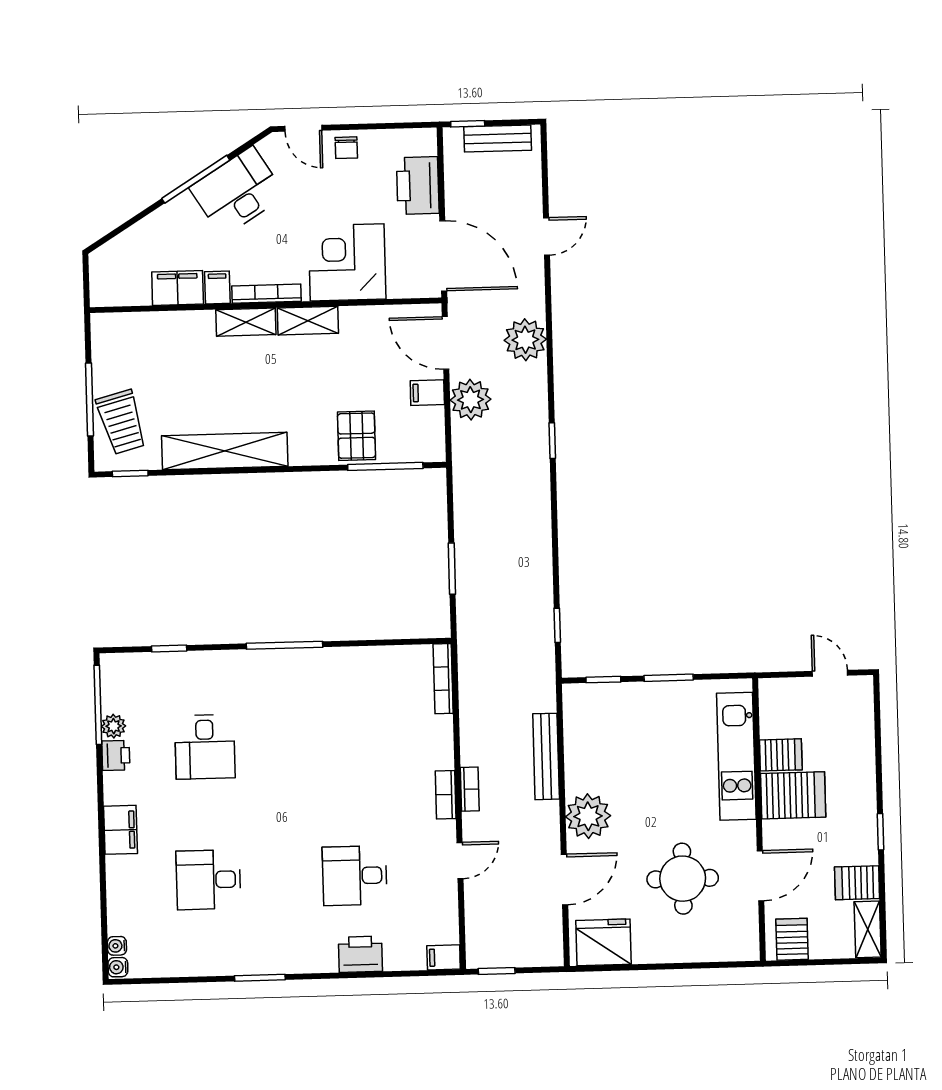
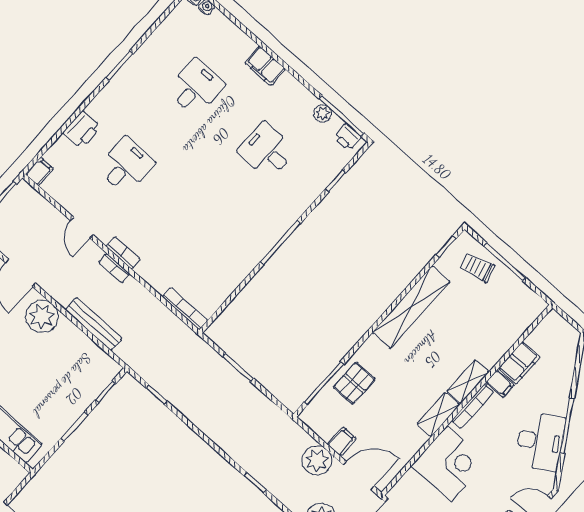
trolley: (121, 422) -> (477, 267), width x0.73, depth x0.72
pallet: (357, 436) -> (354, 383), turned 90
printer: (116, 755) -> (348, 137), moved

